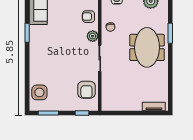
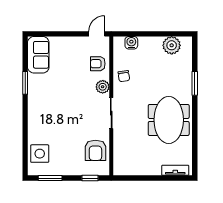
meeting table: (147, 47) -> (169, 120), moved

